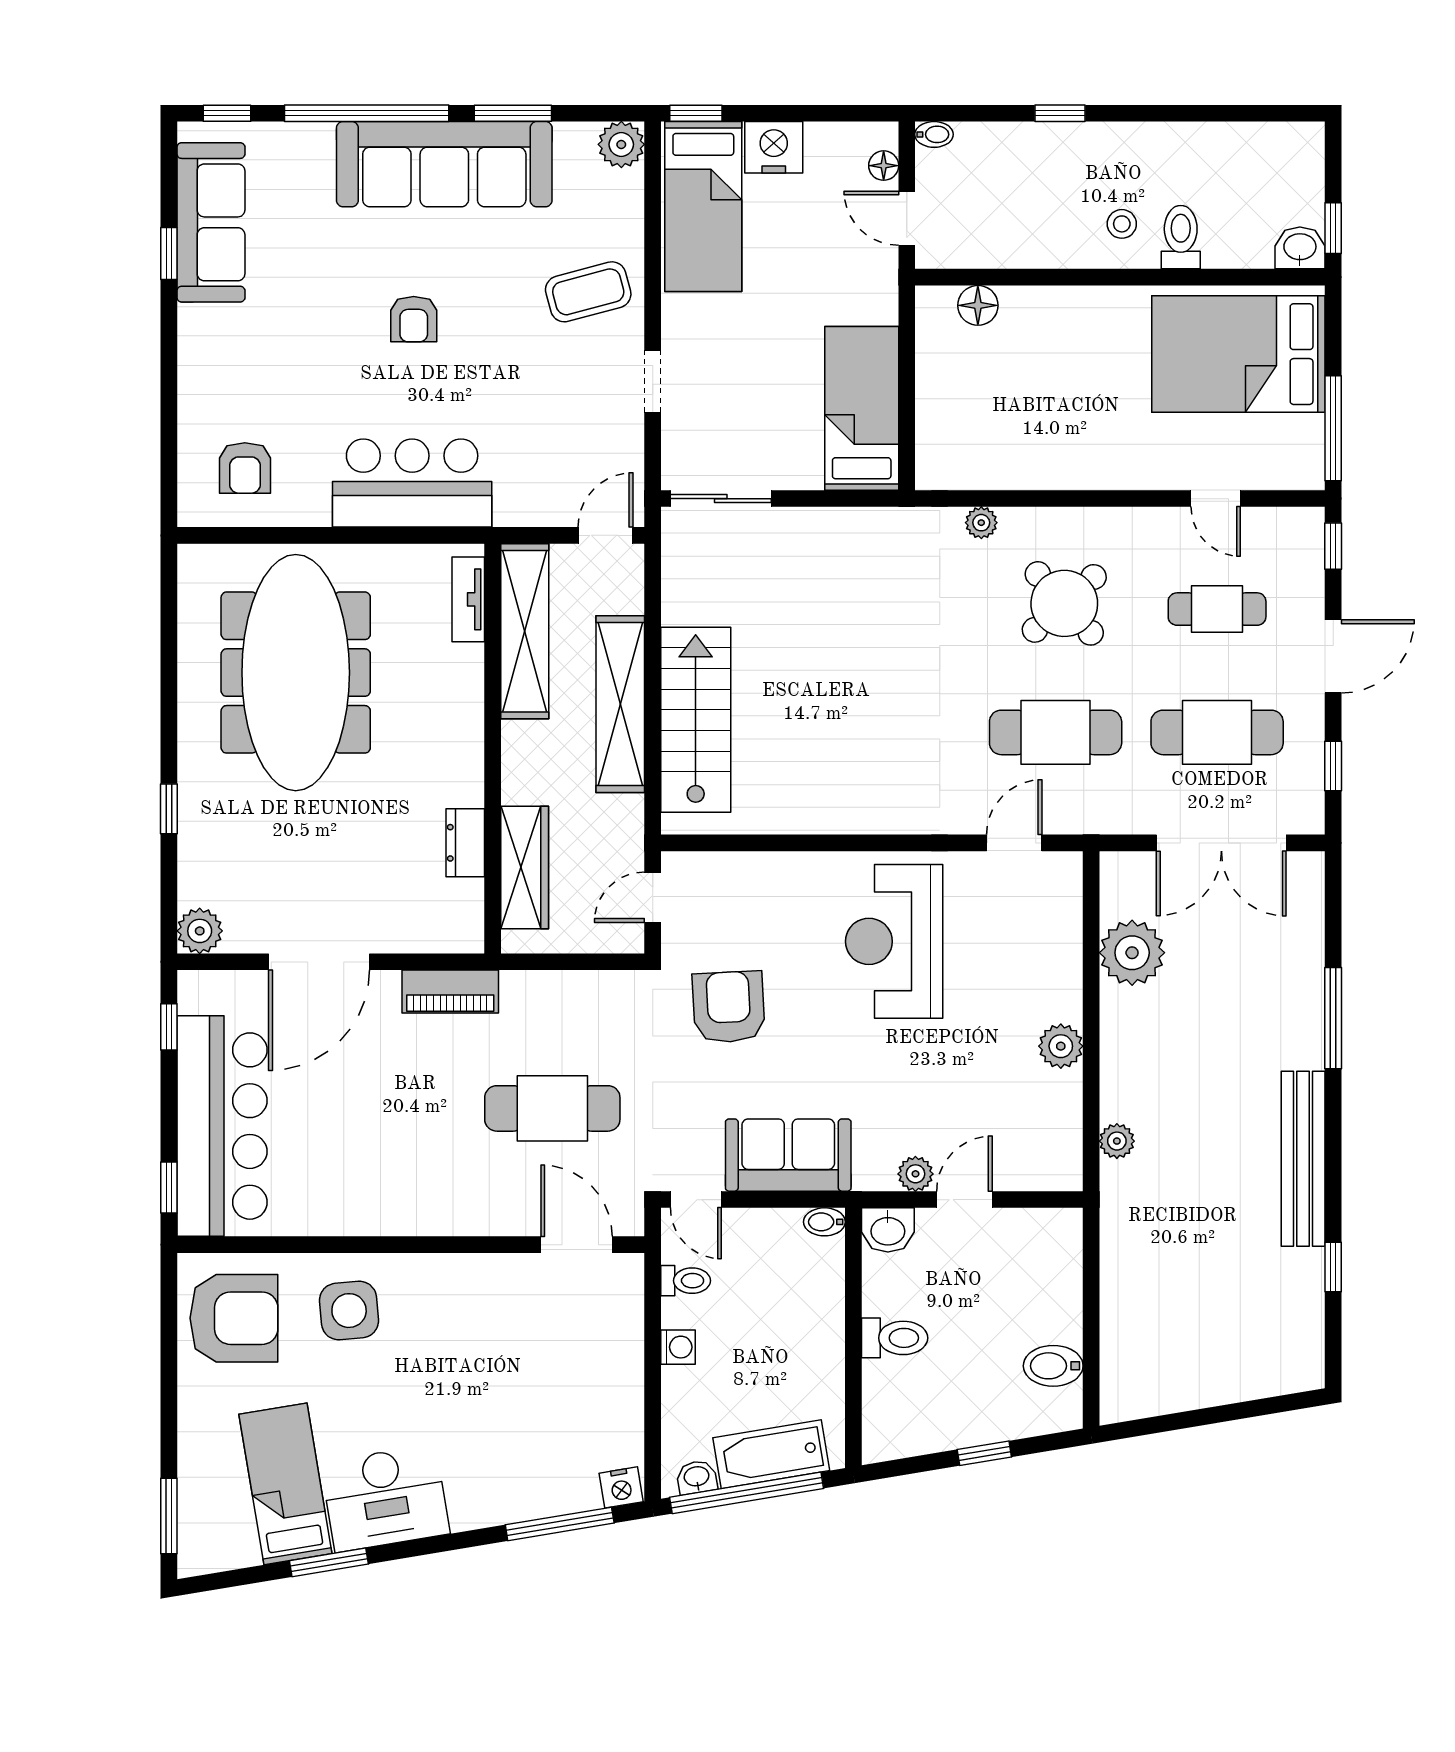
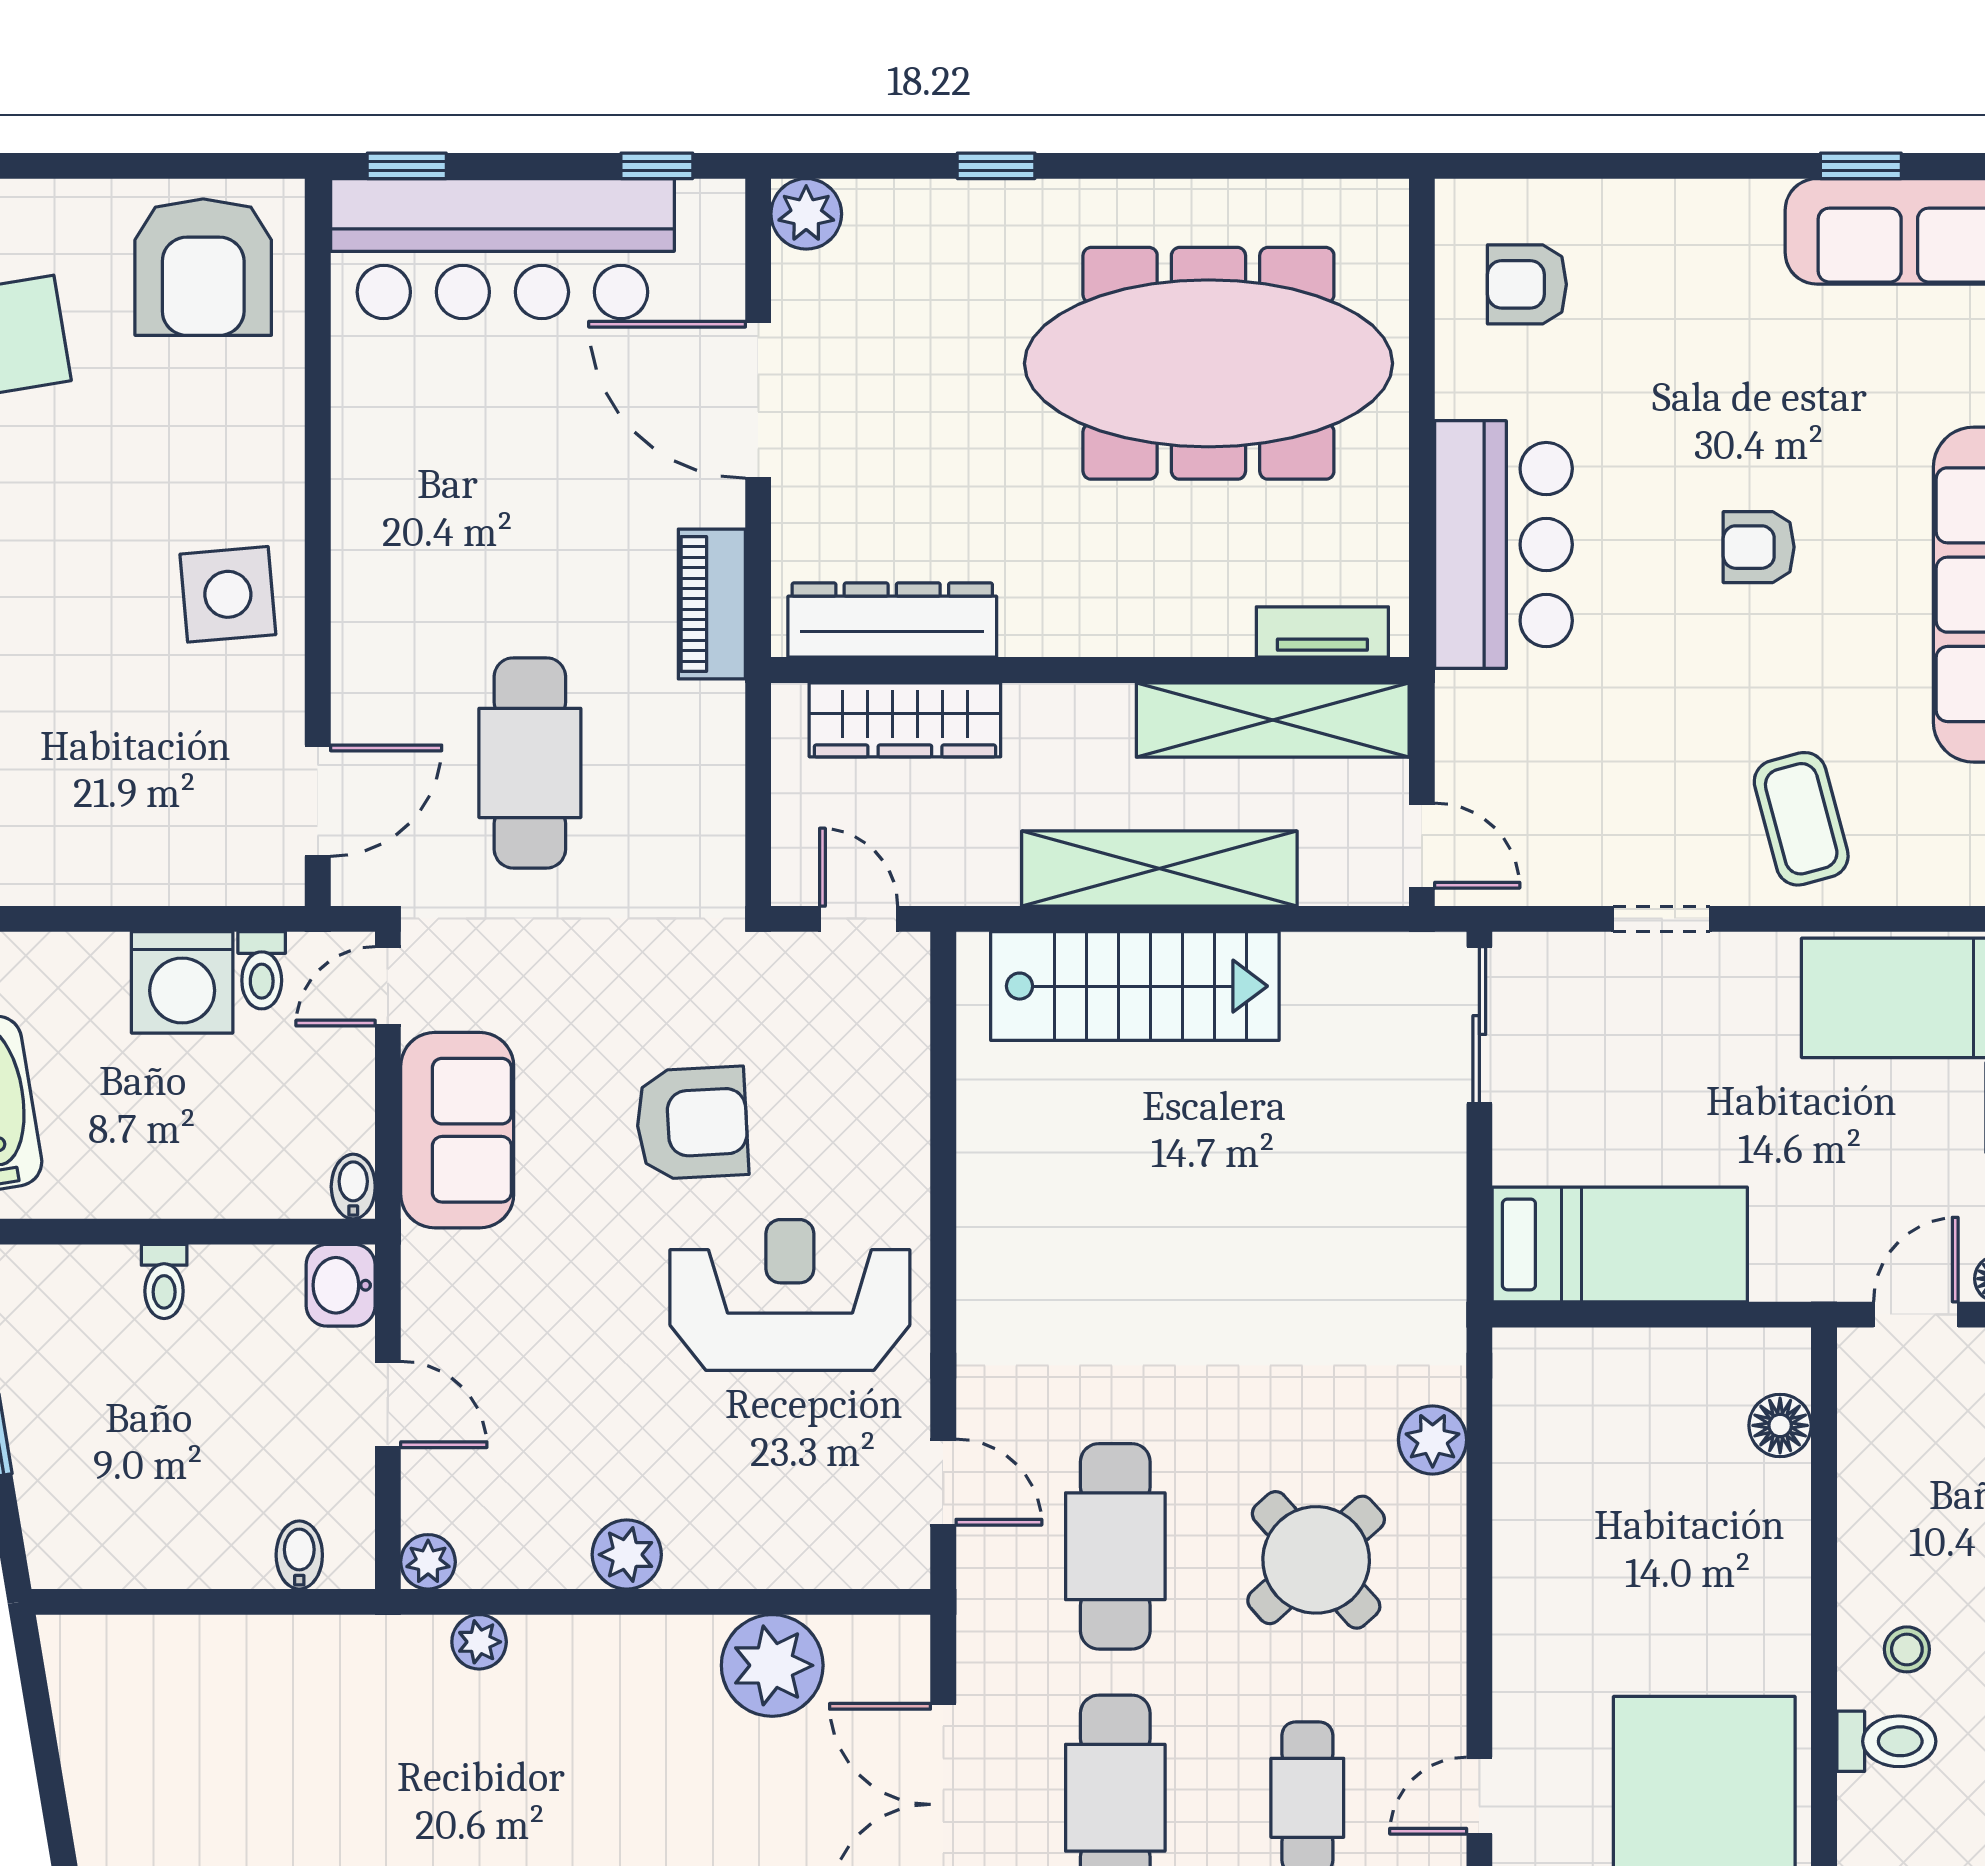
plant: (981, 523) -> (1433, 1440), width x1.38, depth x1.38
dresser: (465, 843) -> (892, 620), width x1.96, depth x1.24
armchair: (729, 1007) -> (692, 1123), moved
plant: (915, 1174) -> (428, 1562), moved
side table: (349, 1311) -> (228, 594), moved
toilet: (895, 1338) -> (164, 1281), width x0.73, depth x0.72
washing machine: (678, 1347) -> (182, 982), width x1.89, depth x1.89
bidet: (1053, 1366) -> (299, 1555), moved, width x0.72, depth x0.74

